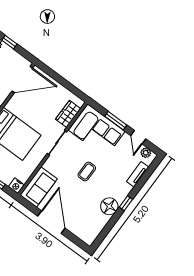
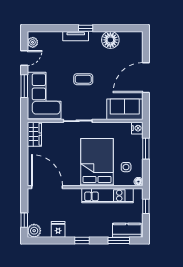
wardrobe: (68, 114) -> (34, 134), moved, turned -90
tv unit: (138, 174) -> (76, 36), moved
floor lamp: (109, 206) -> (110, 40), moved

